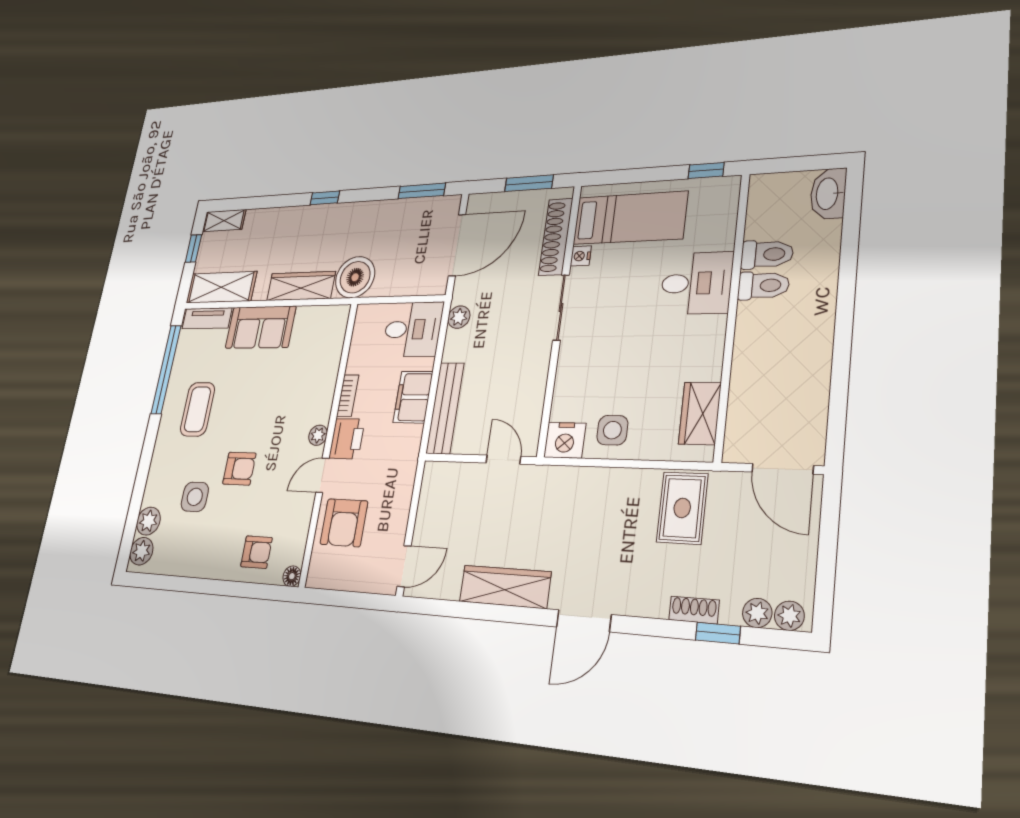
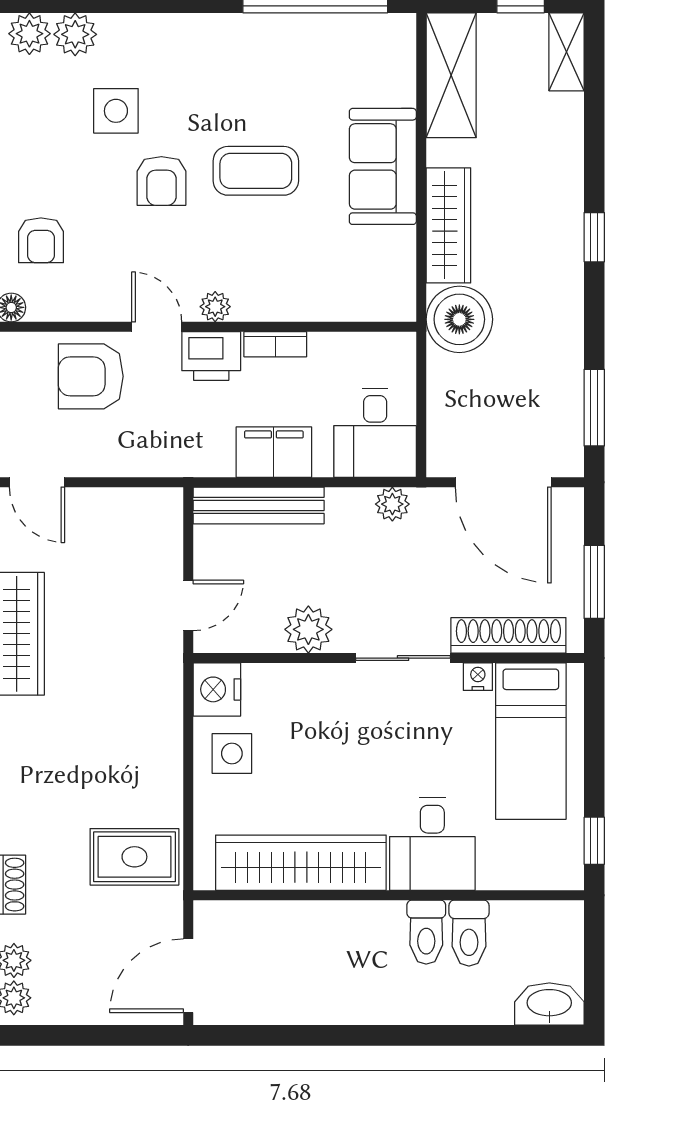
tv unit: (207, 318) -> (399, 61), removed
plant: (532, 374) -> (308, 629), added
coffee table: (197, 409) -> (256, 171), moved
wardrobe: (700, 413) -> (301, 863), width x2.10, depth x1.17

